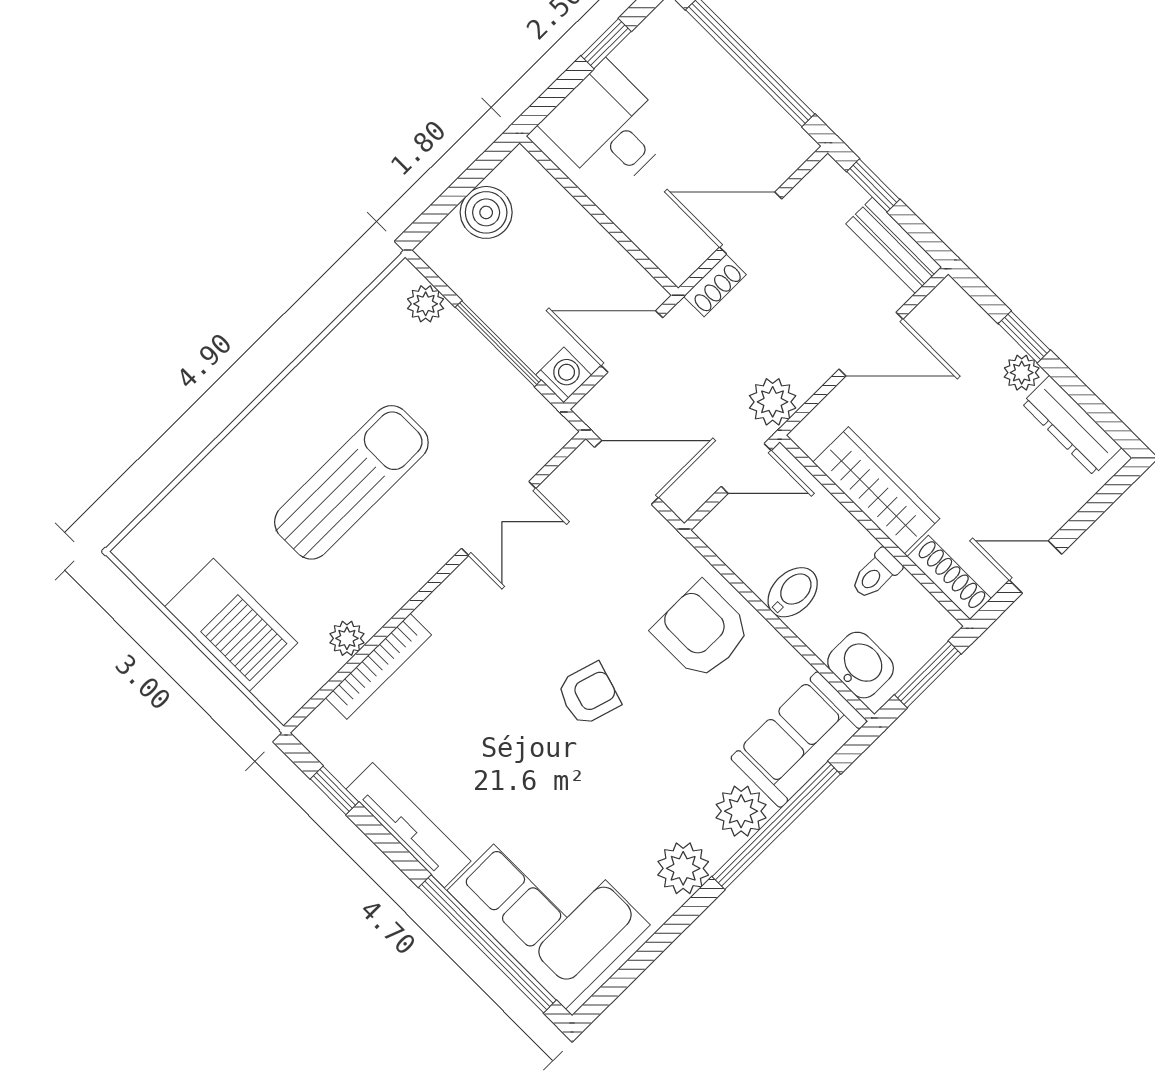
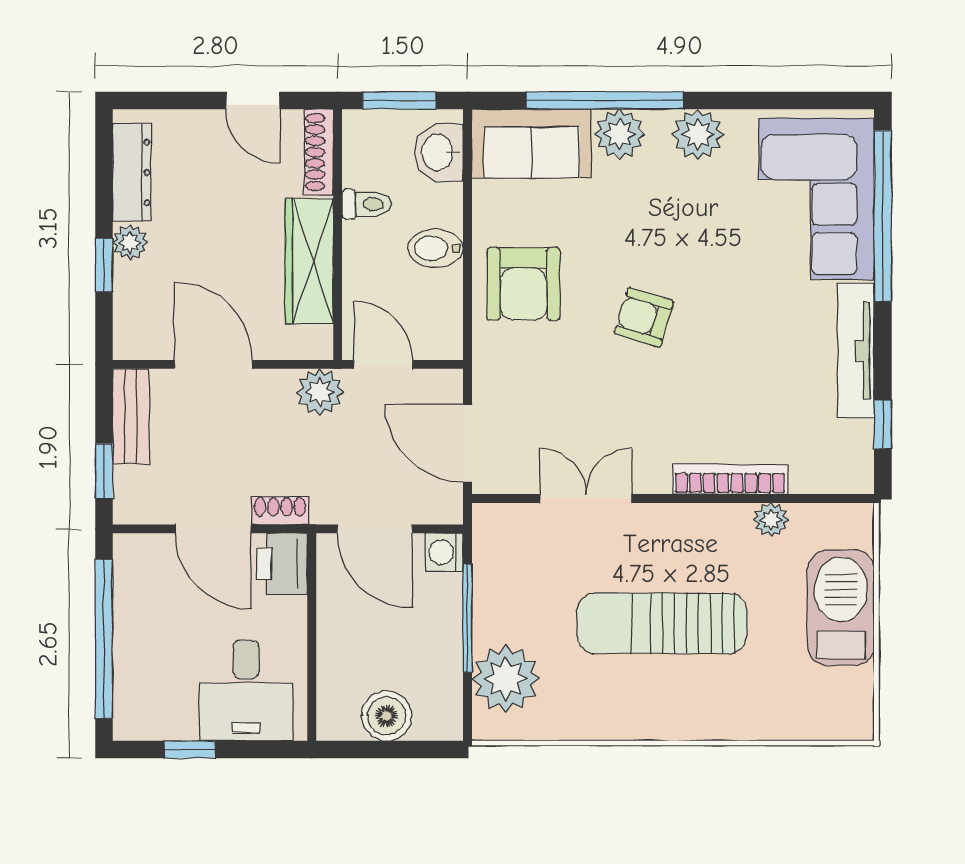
printer: (674, 248) -> (282, 564), added
plant: (426, 304) -> (506, 679), width x1.88, depth x1.88
bookcase: (378, 666) -> (730, 479), moved

